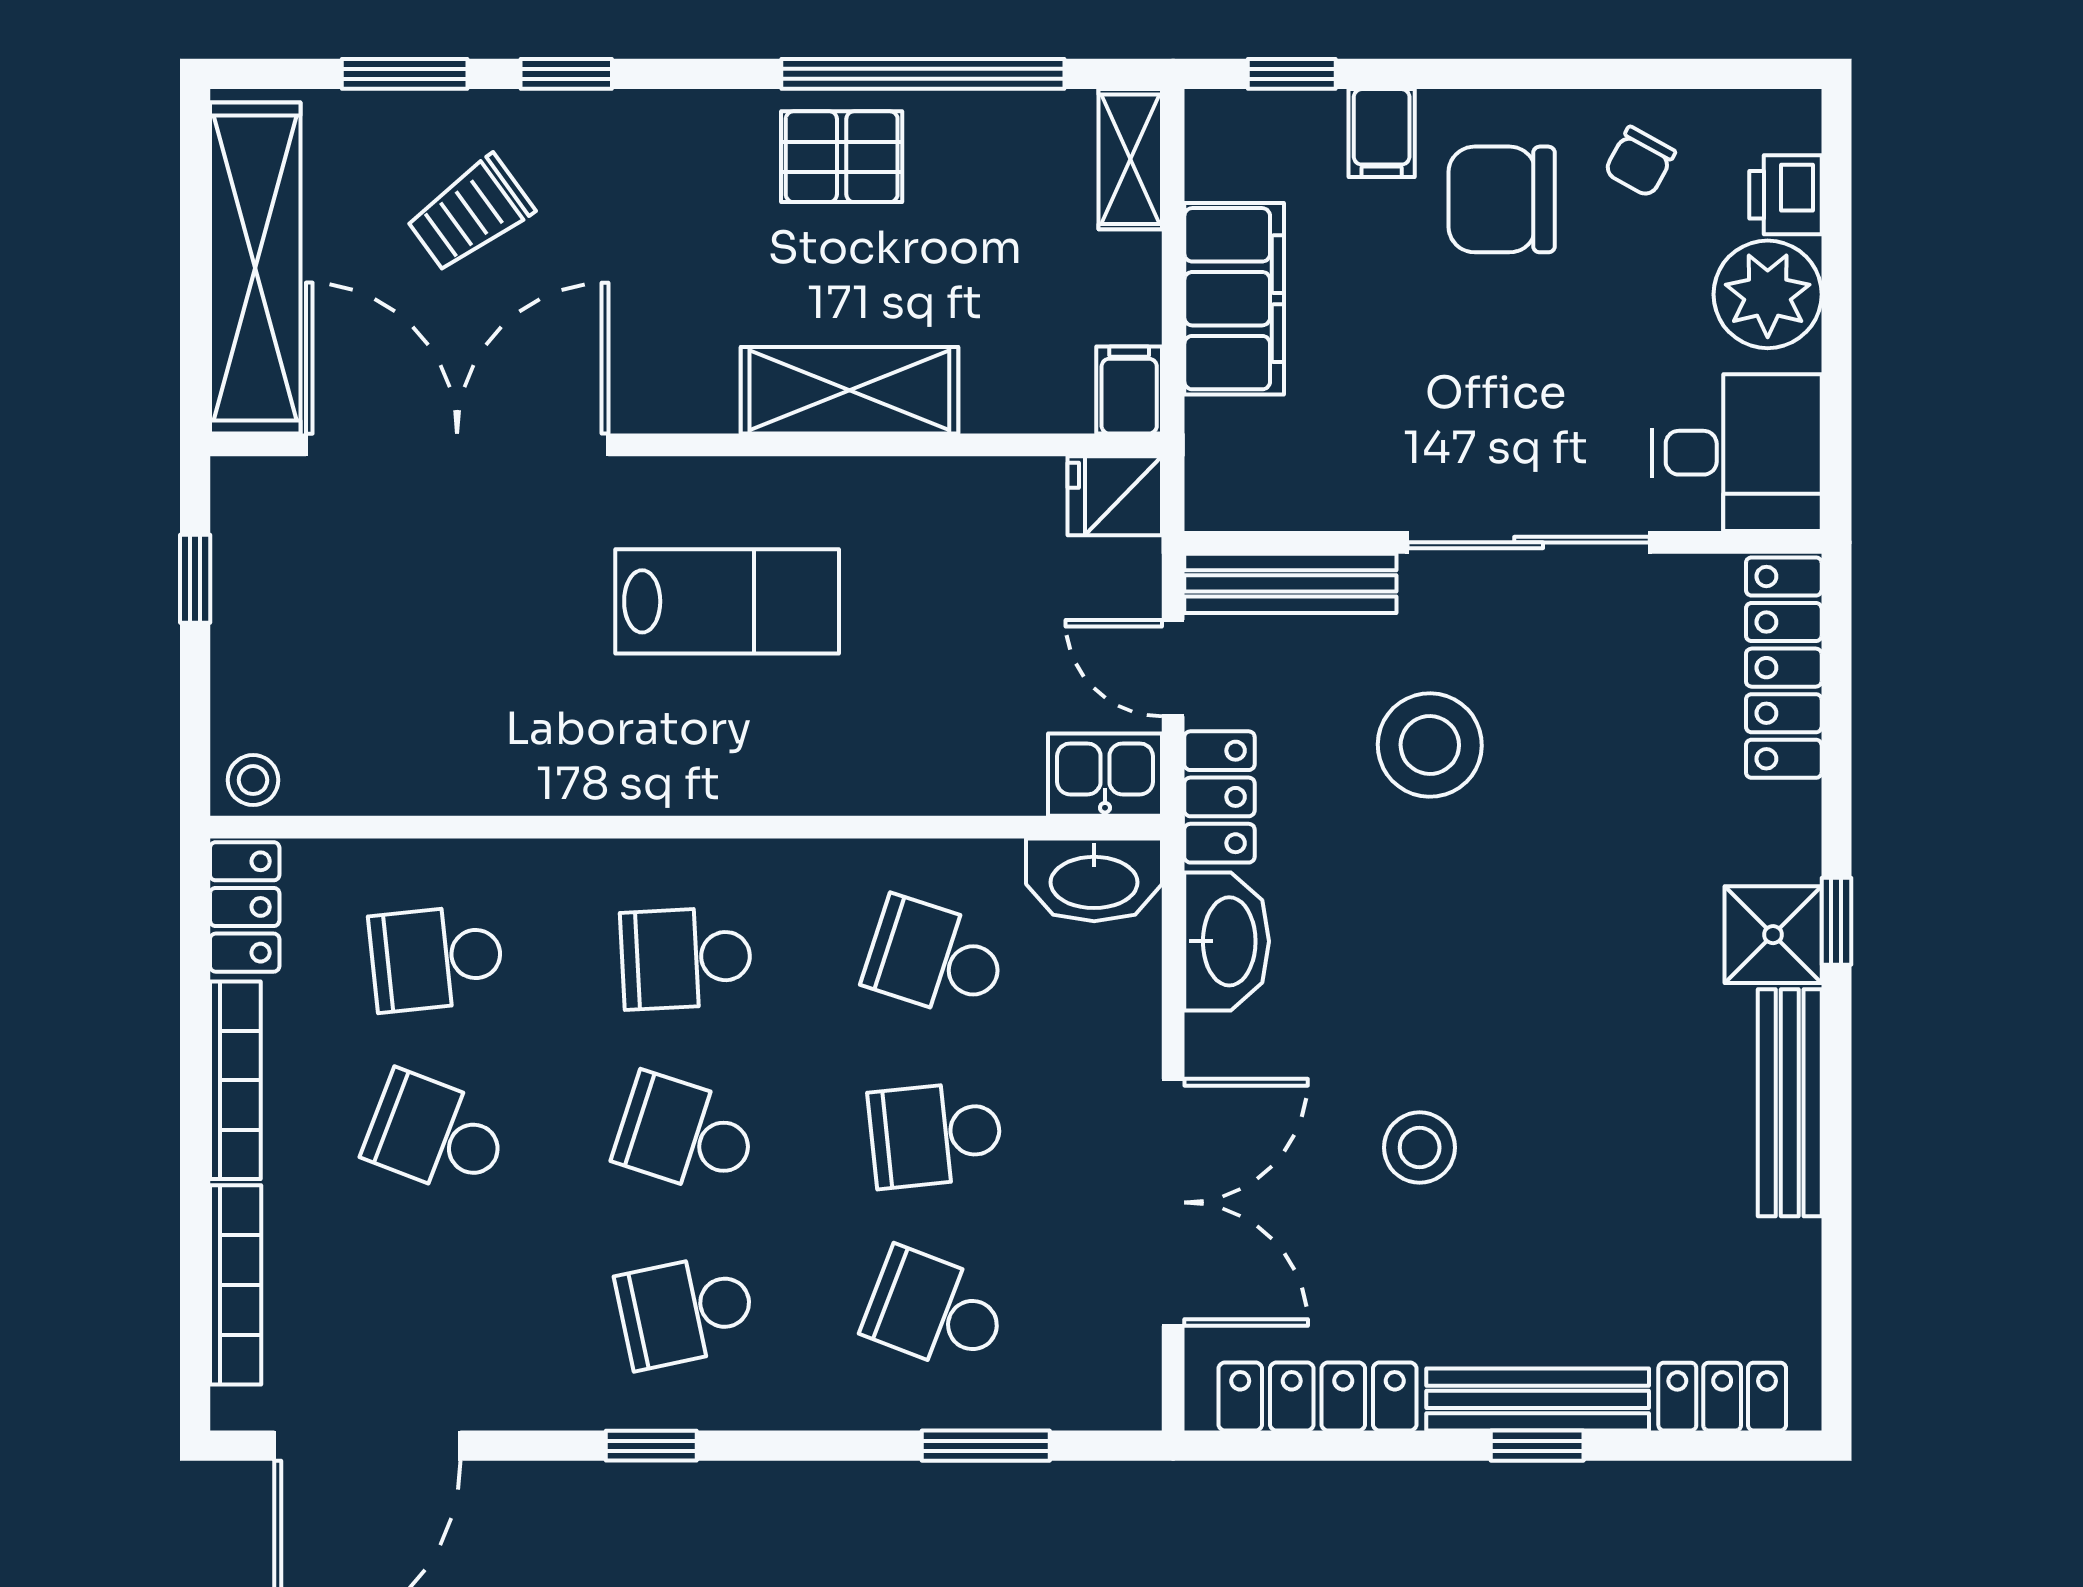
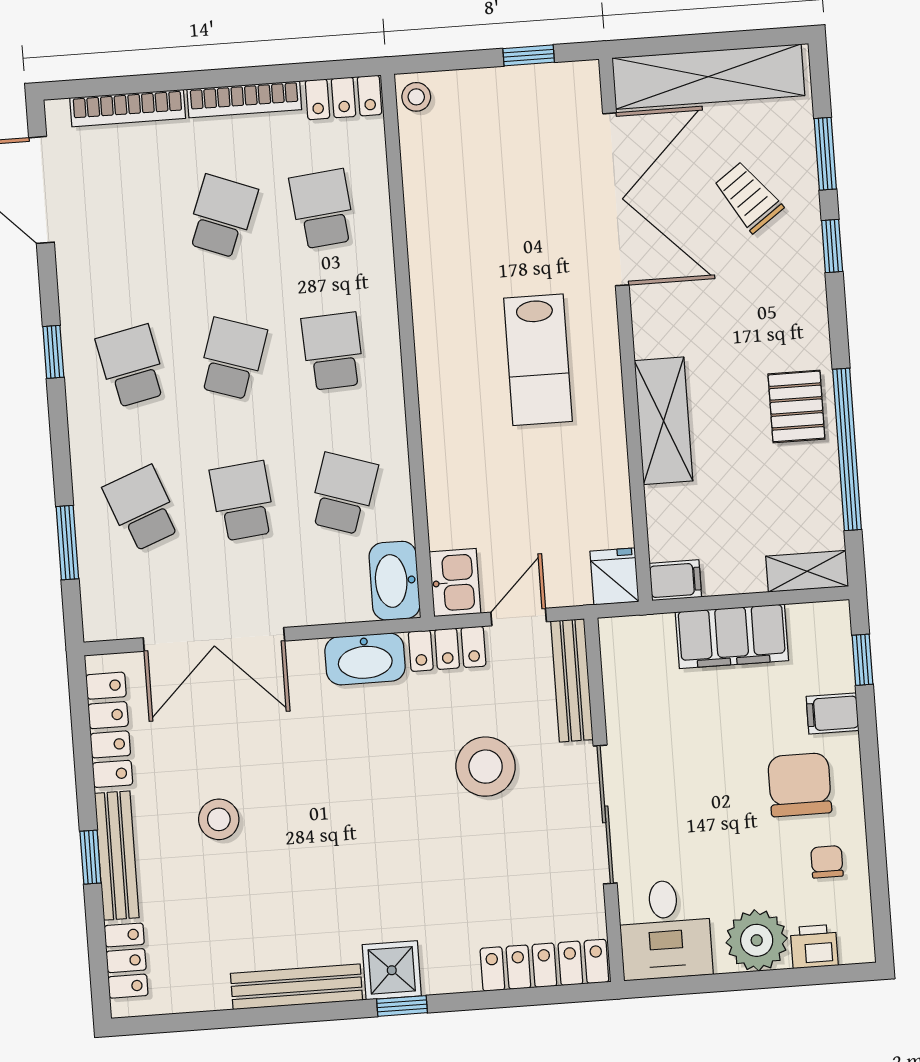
chair: (1640, 162) -> (827, 862), turned 61
stool: (1420, 1148) -> (219, 819), moved
school desk: (936, 1311) -> (142, 508), turned -42

